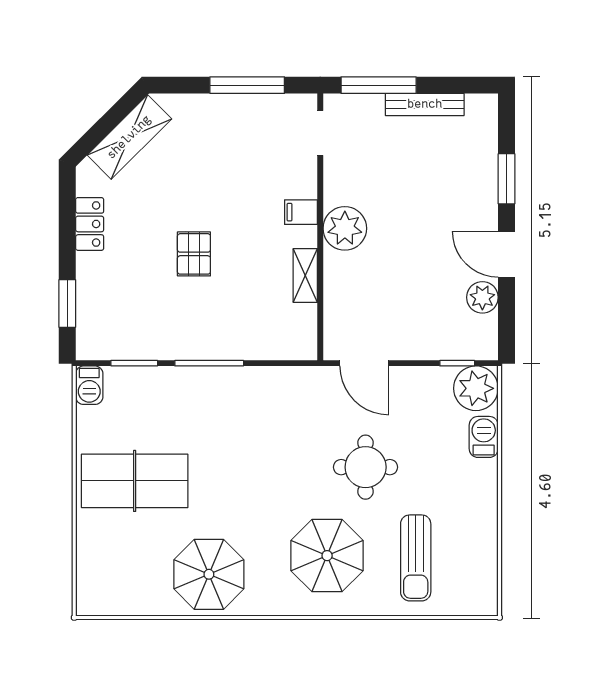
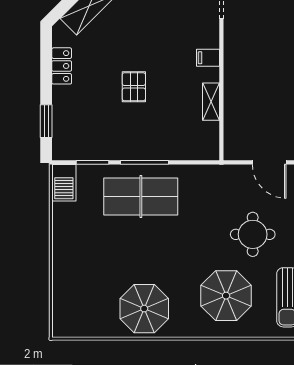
plant: (345, 228) -> (238, 69), removed
door: (364, 363) -> (269, 162), moved
barbecue: (89, 385) -> (64, 183), width x1.38, depth x1.27
table tennis table: (135, 481) -> (141, 196), moved

